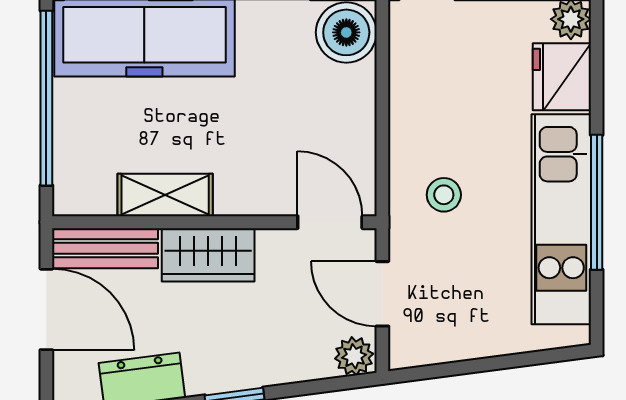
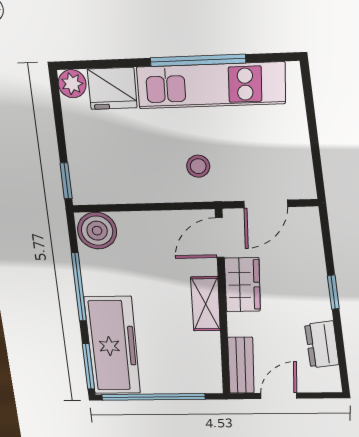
shelving: (165, 195) -> (206, 304), moved
wardrobe: (208, 255) -> (242, 285), moved
door: (46, 309) -> (279, 396), width x0.73
plant: (354, 356) -> (307, 221), removed

